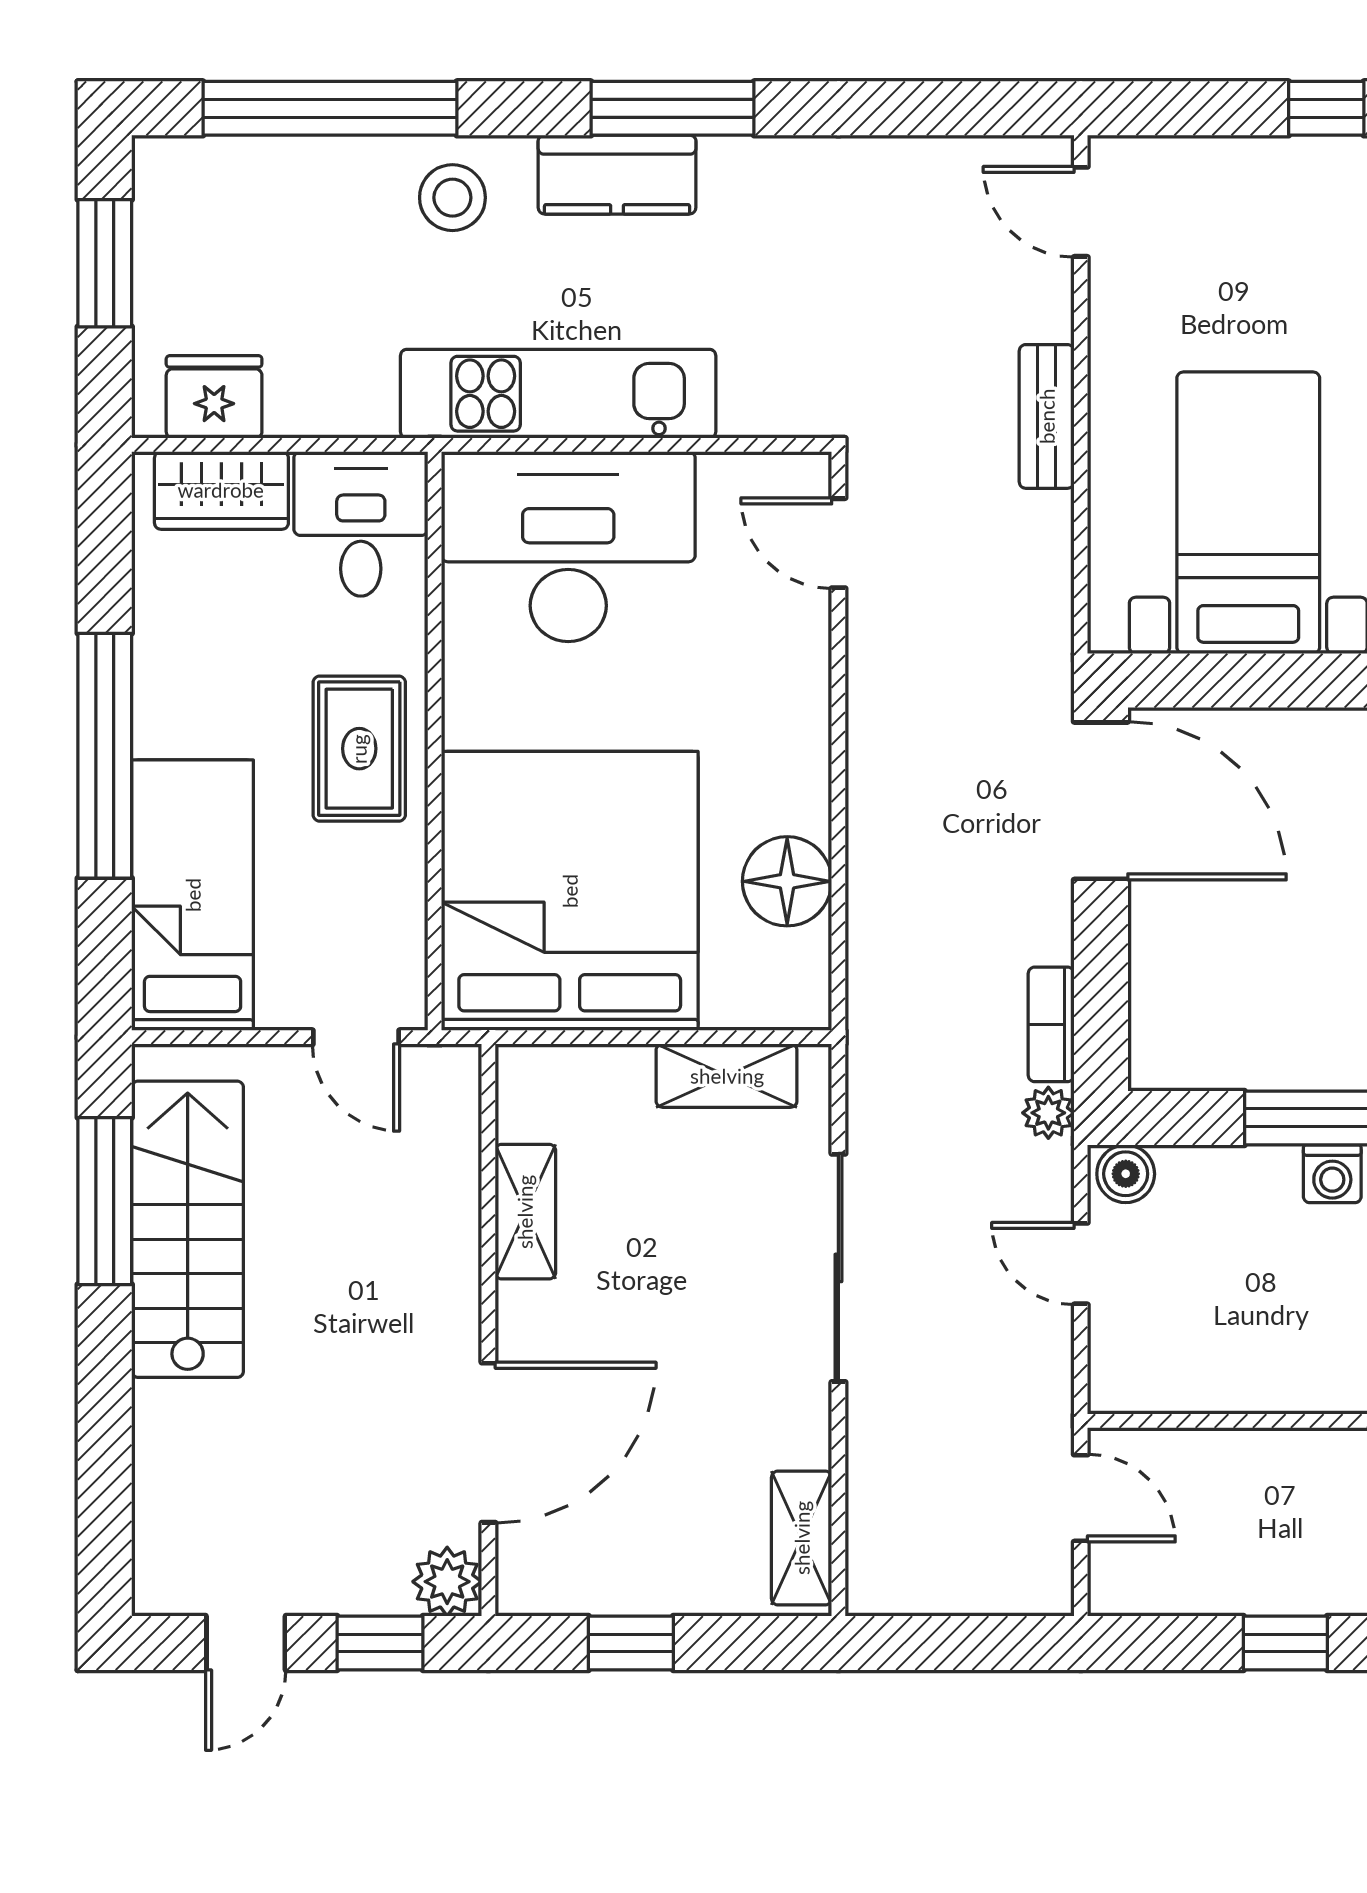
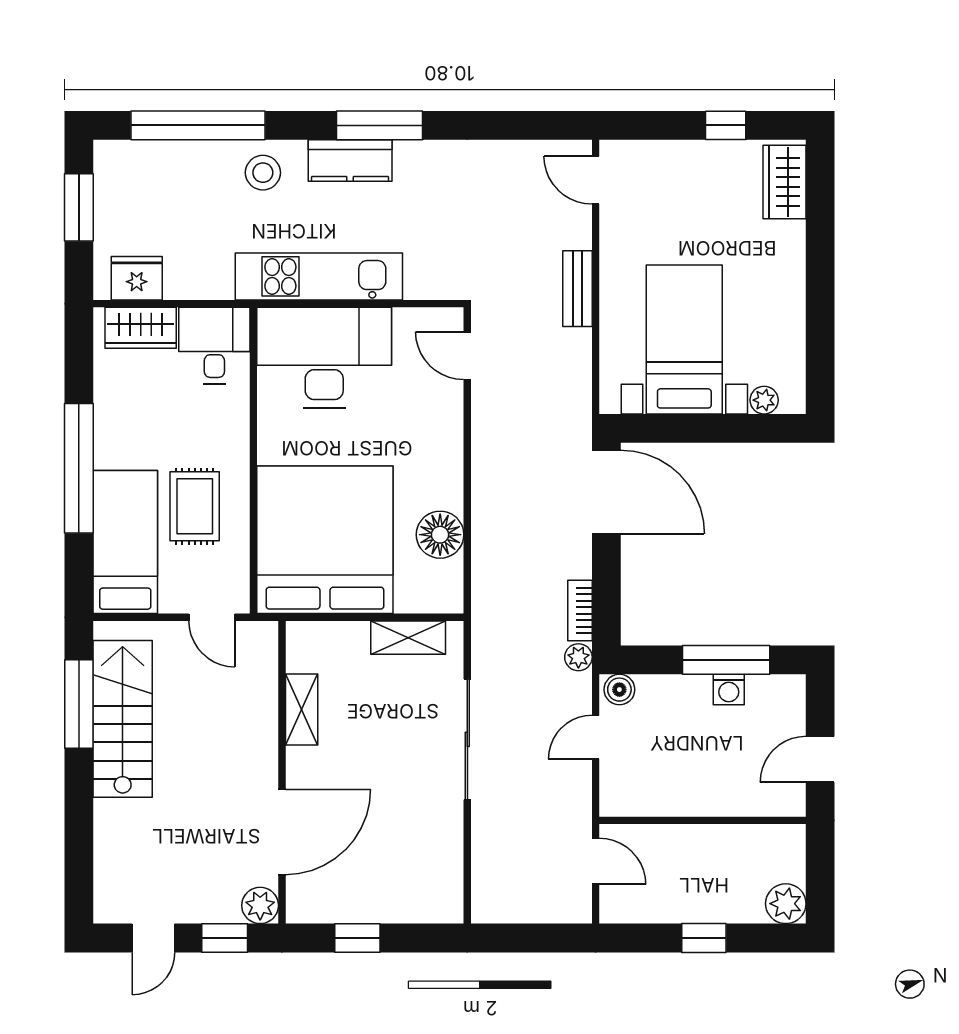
rug: (359, 749) -> (195, 506), moved
door: (1081, 1264) -> (596, 737), hinge flipped
shelving: (802, 1538) -> (448, 882), removed

